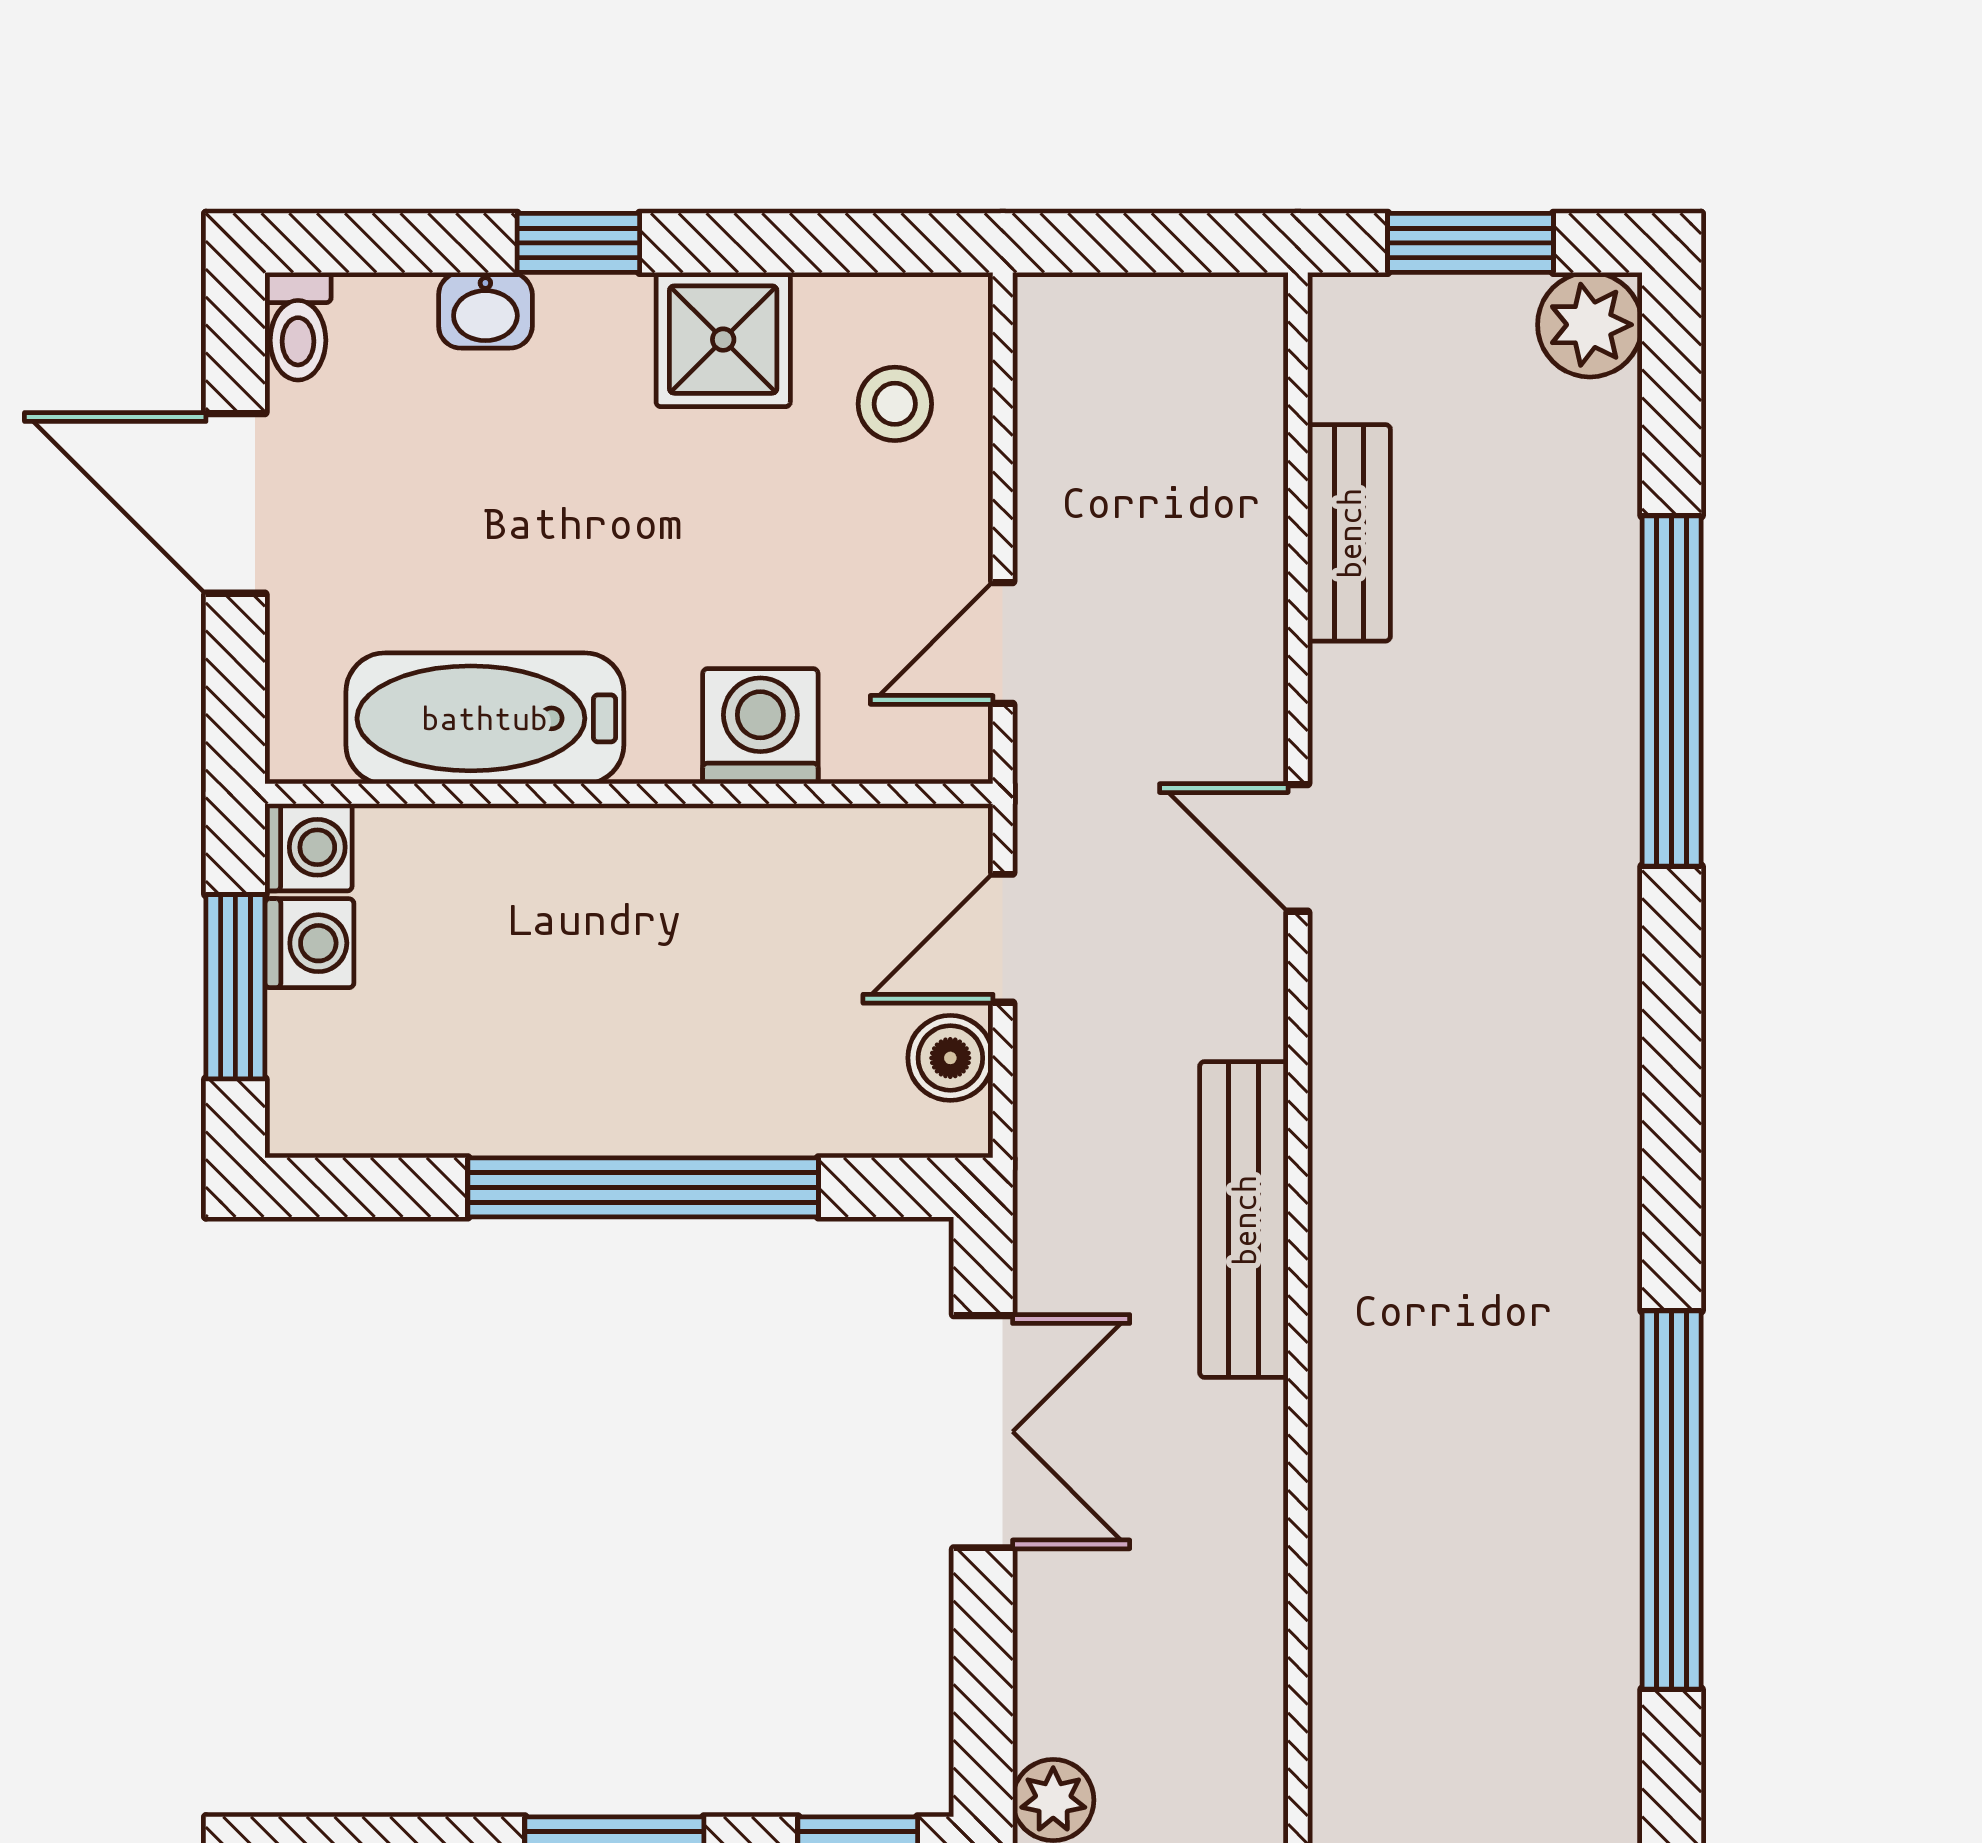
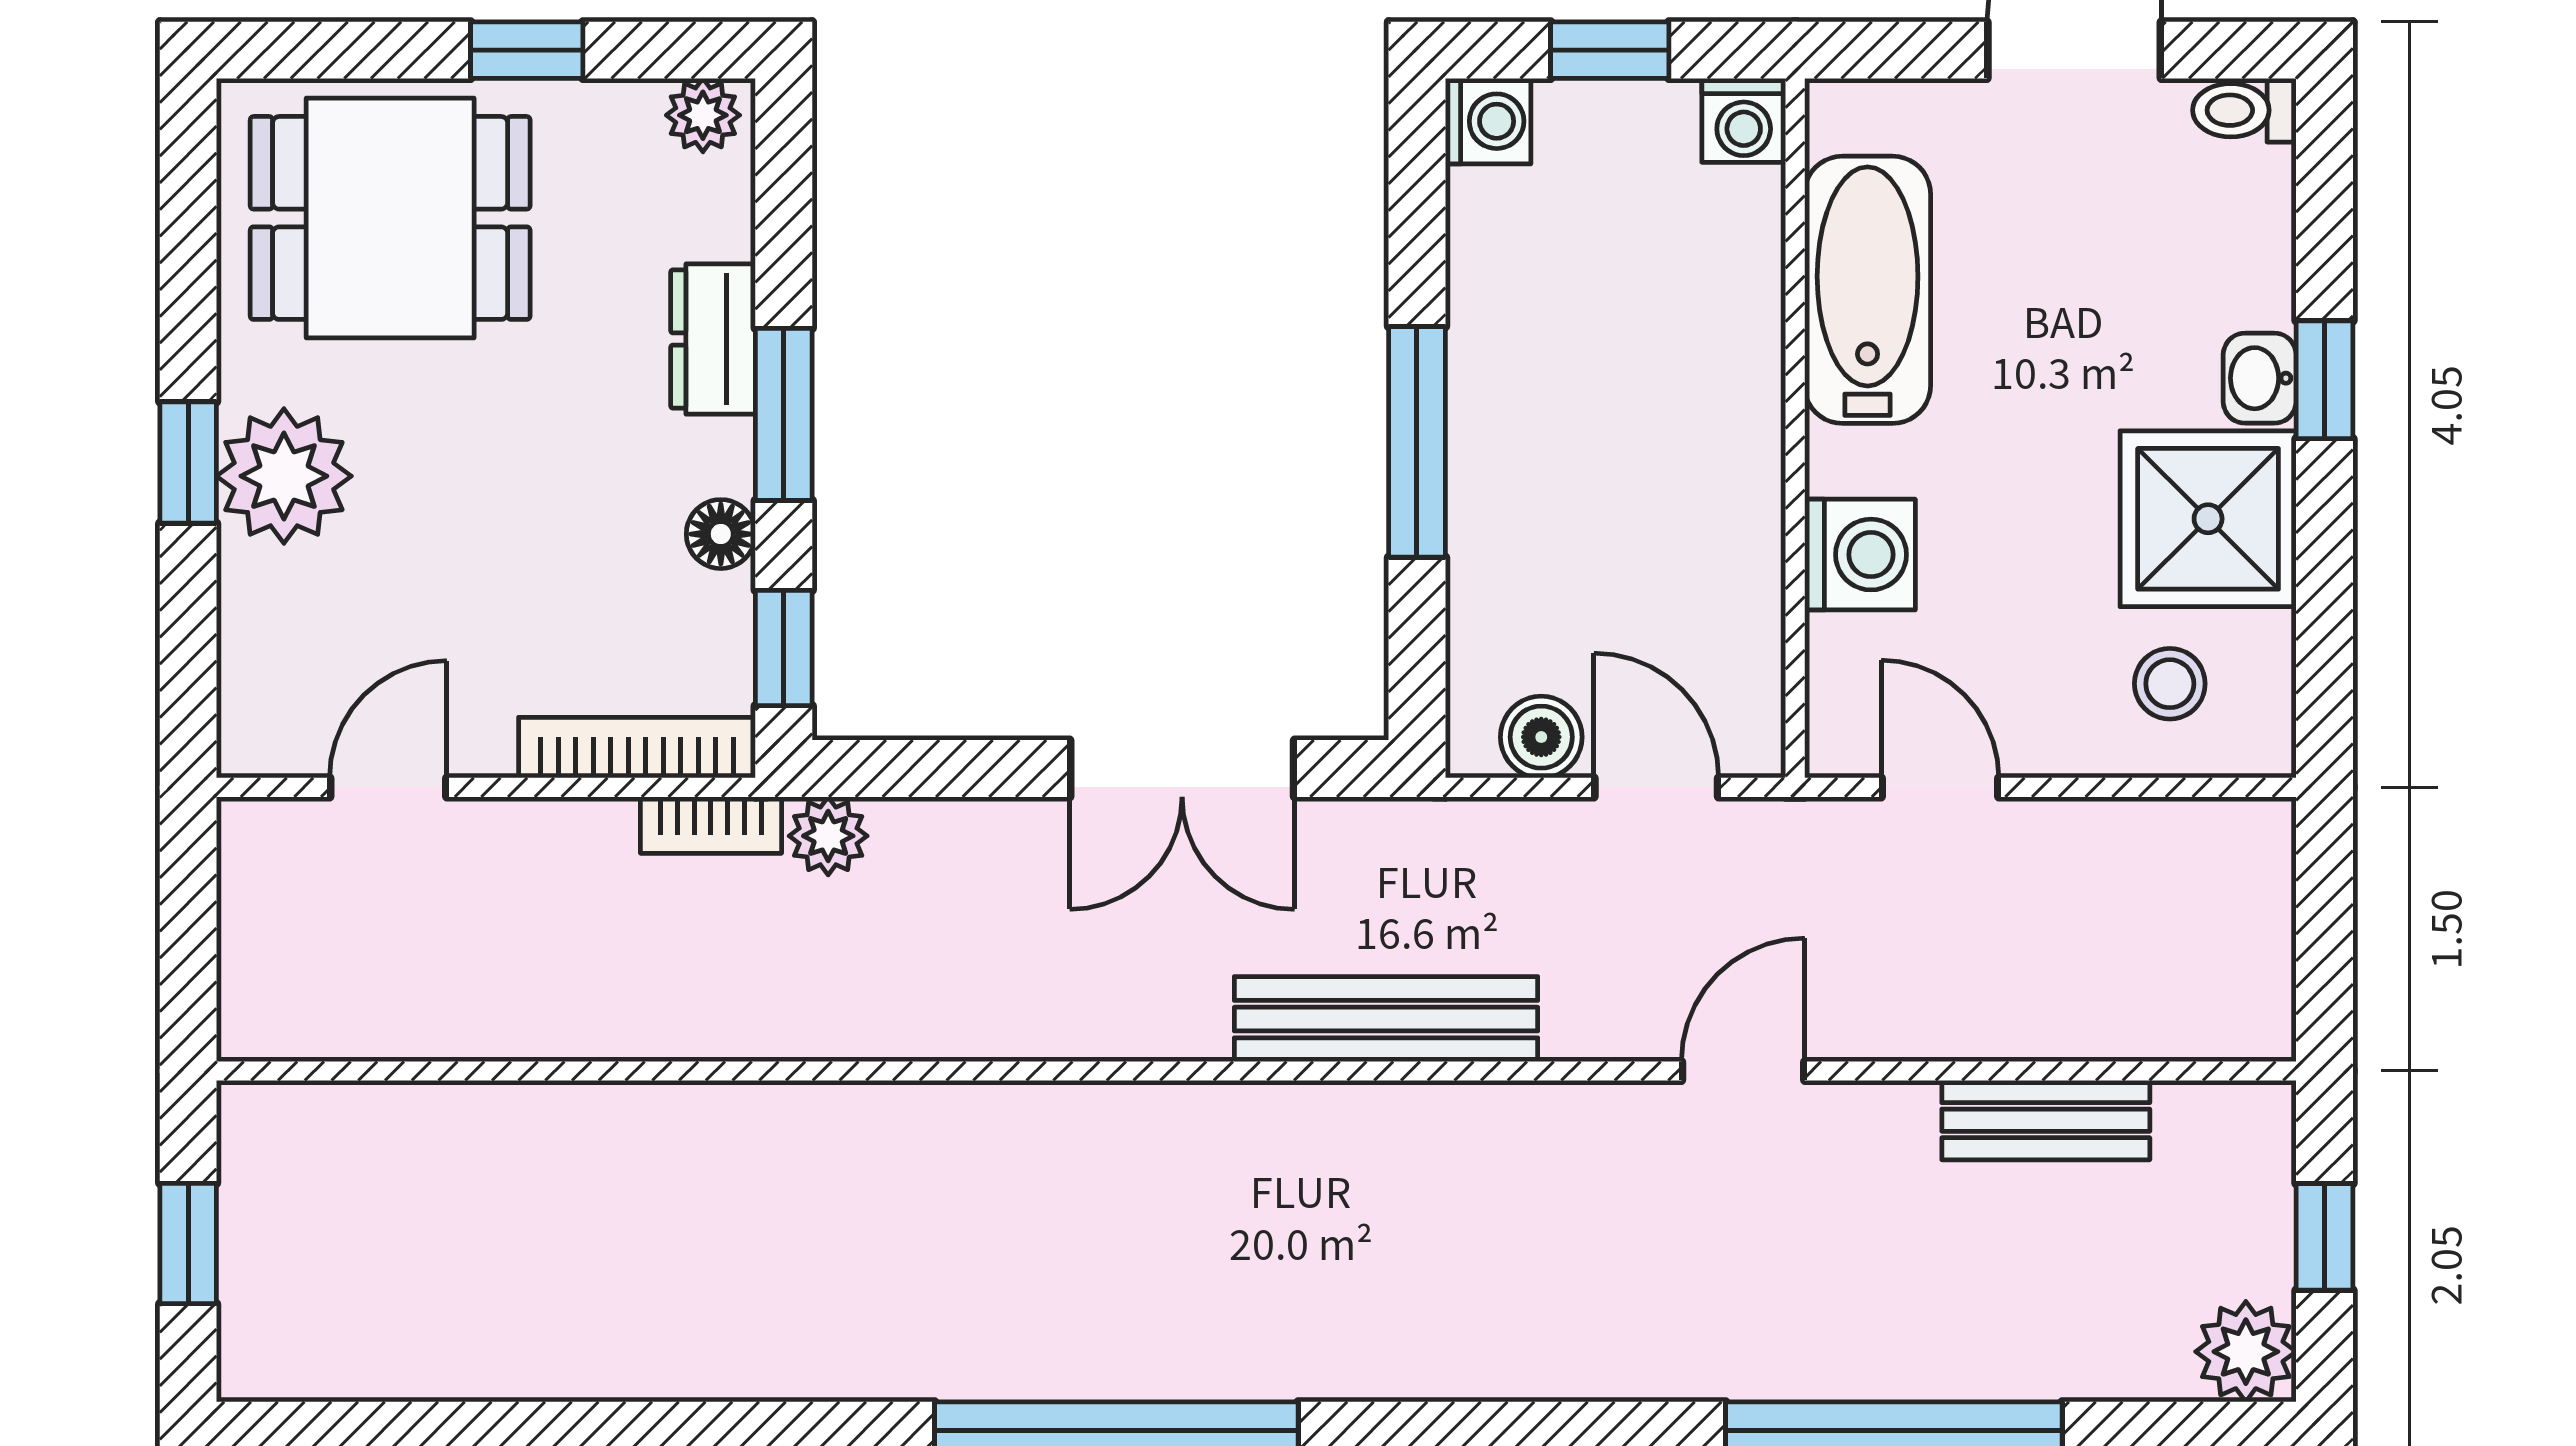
window: (1470, 243) -> (2324, 1237), width x0.67
washbasin: (485, 310) -> (2260, 378), moved
shower: (723, 340) -> (2208, 519), width x1.36, depth x1.36
washing machine: (309, 943) -> (1488, 121), moved, turned -90
window: (235, 987) -> (1610, 50), width x0.67
window: (643, 1187) -> (1417, 442), width x0.68

